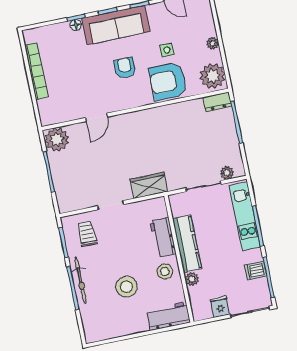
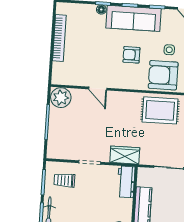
armchair: (125, 68) -> (131, 55), turned -90
door: (97, 117) -> (98, 89), hinge flipped
rug: (175, 123) -> (160, 110), added
trolley: (87, 234) -> (64, 180), turned -90
workbench: (163, 237) -> (126, 182), moved

